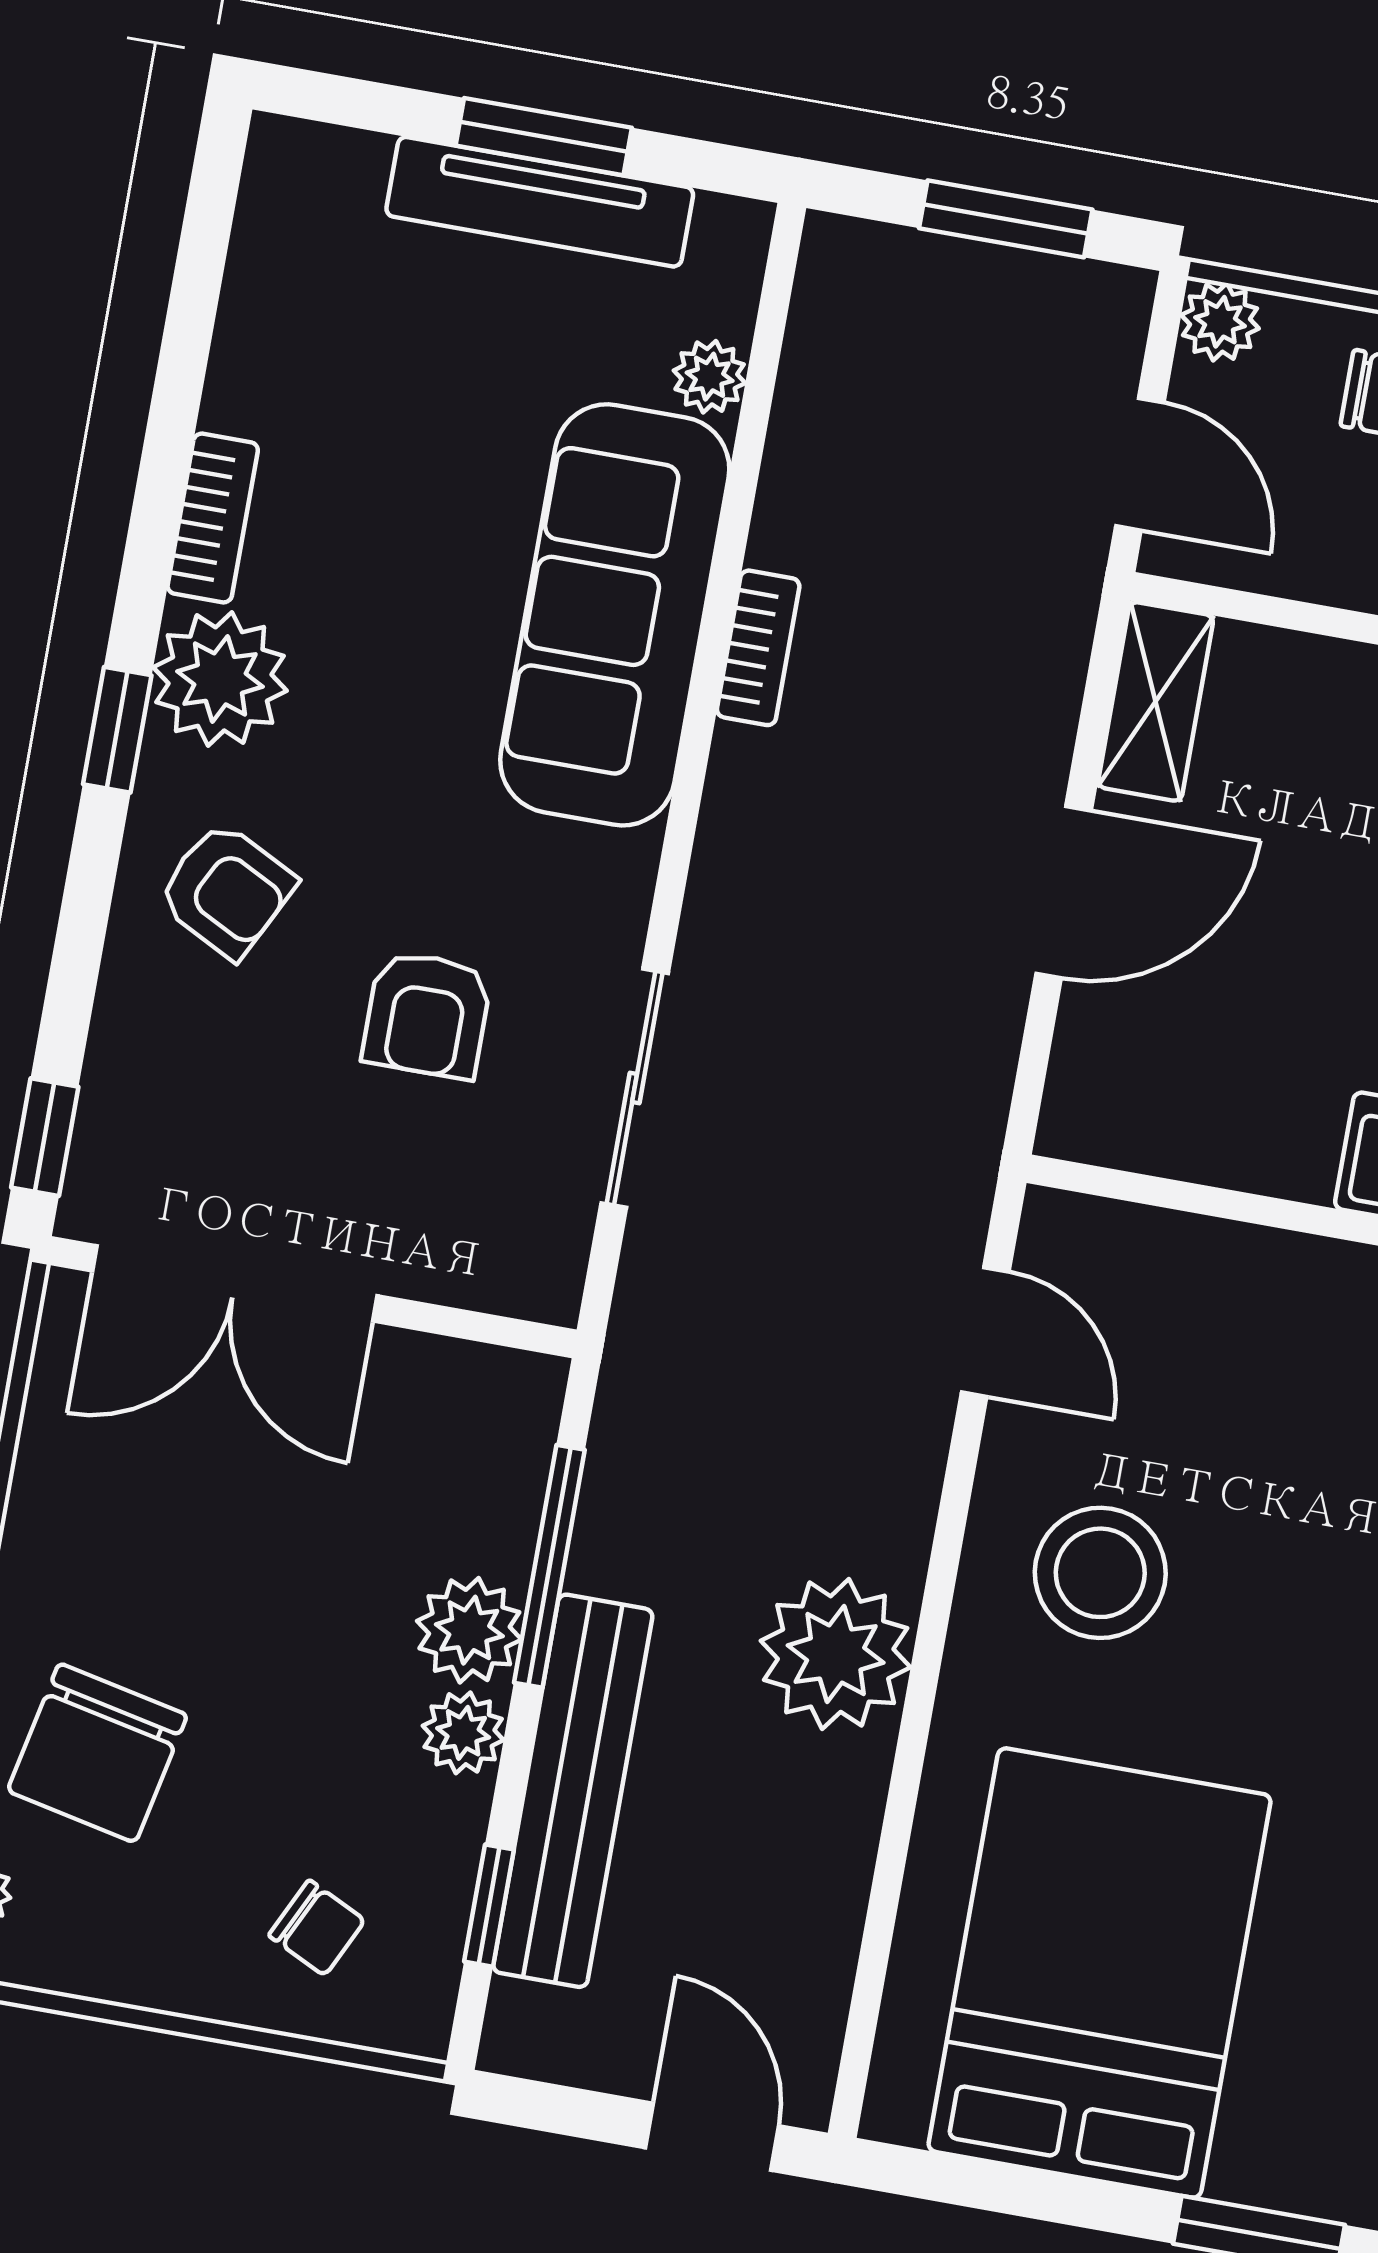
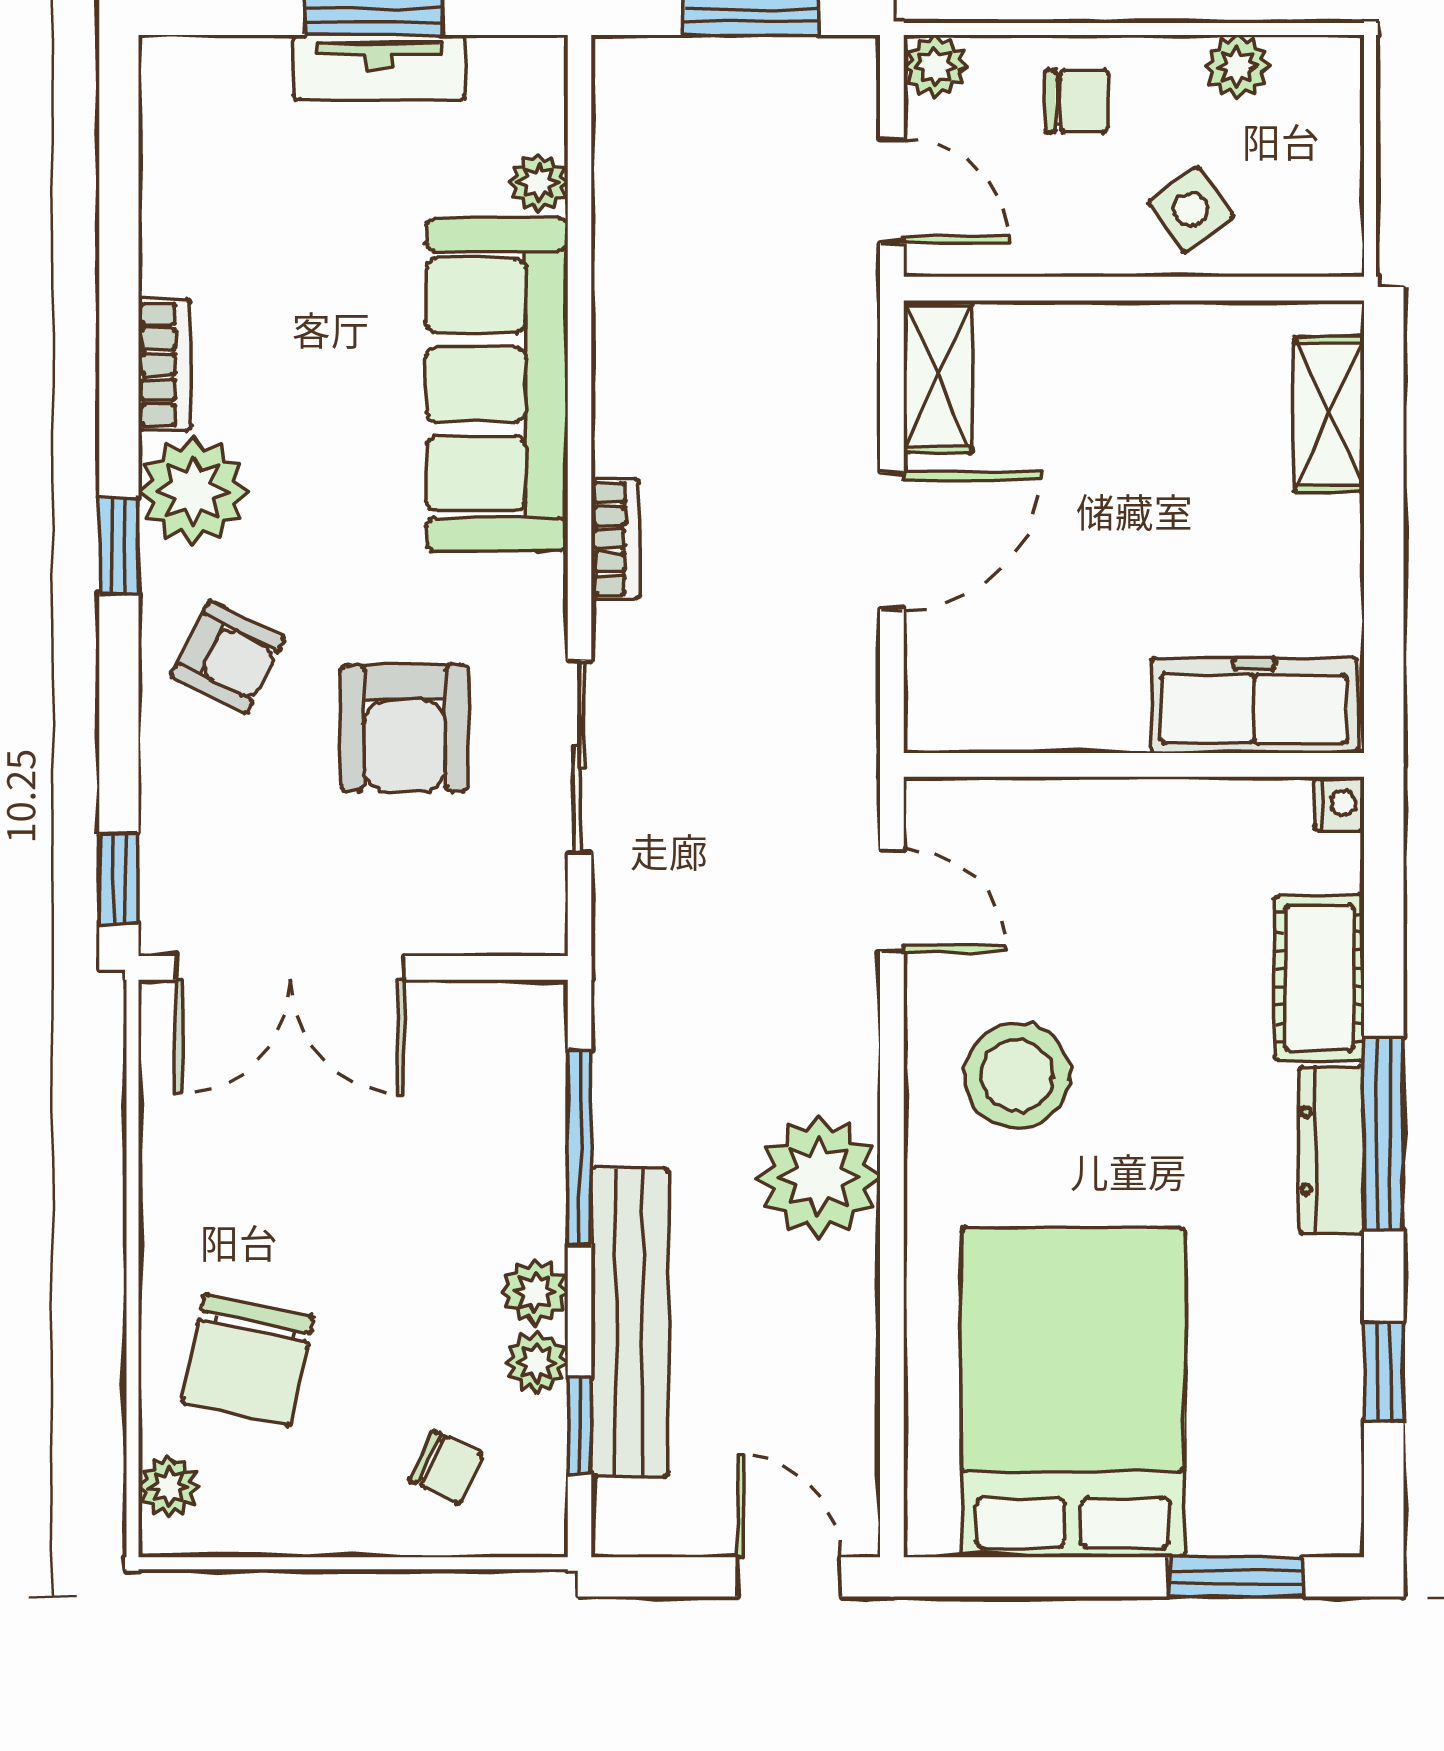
tv unit: (540, 202) -> (379, 68), width x0.71
bookcase: (758, 648) -> (615, 539), moved
armchair: (427, 1015) -> (405, 728), width x1.38, depth x1.38
plant: (469, 1630) -> (537, 1363), moved, width x0.73, depth x0.73

